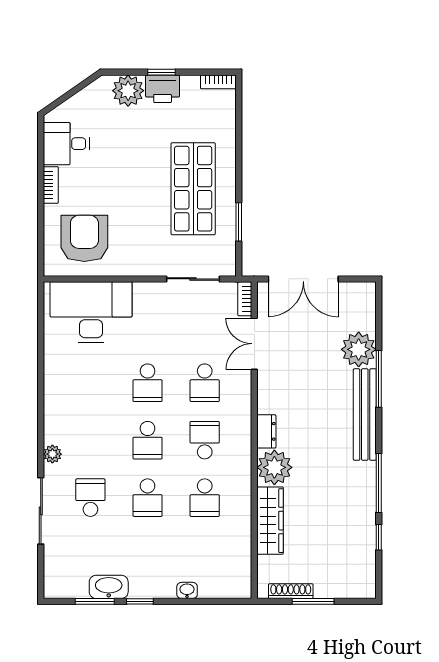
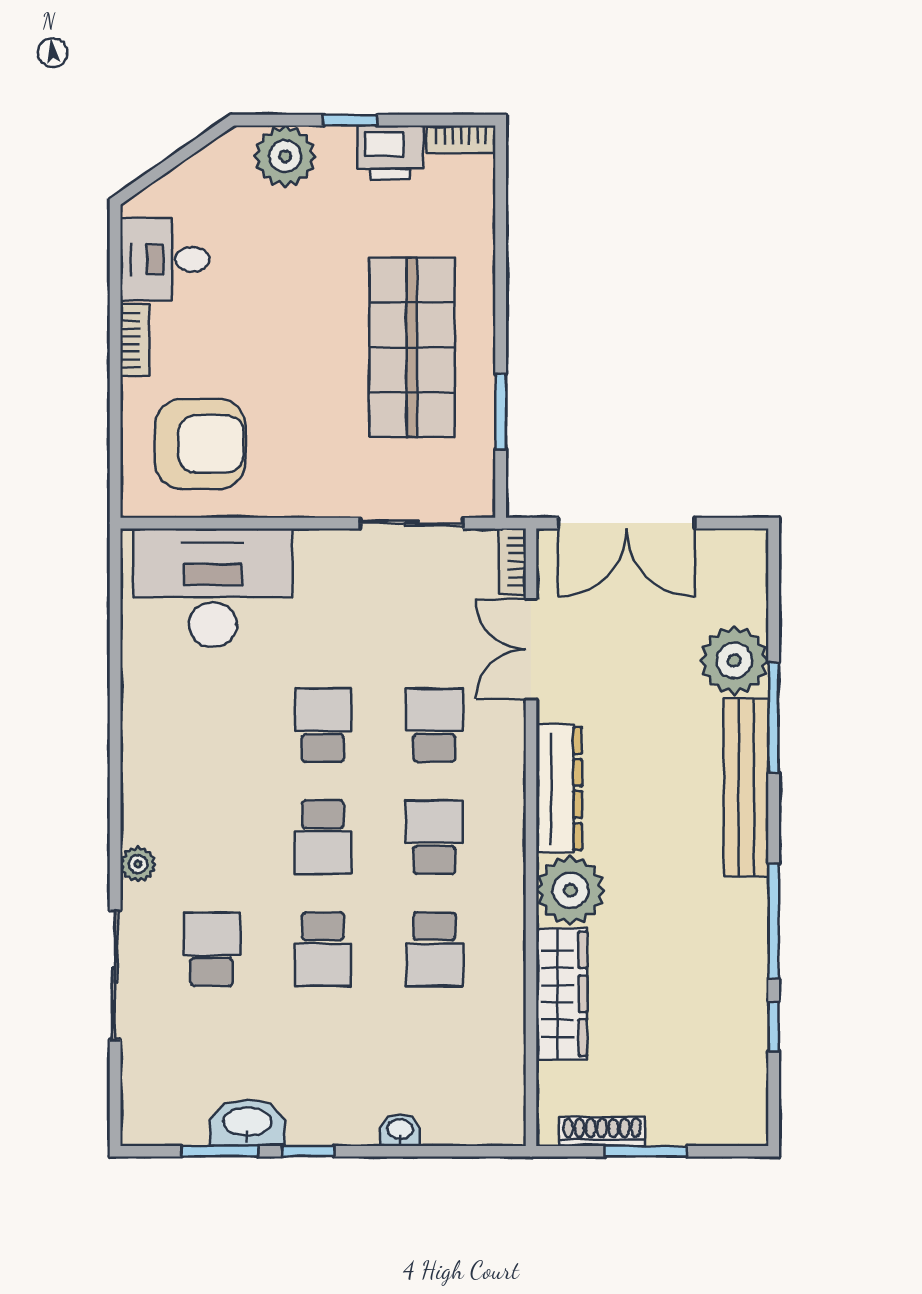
printer: (163, 89) -> (390, 152), moved
armchair: (84, 238) -> (200, 444), turned 90
school desk: (148, 383) -> (323, 725), turned 180
school desk: (205, 383) -> (434, 725), turned 180
dresser: (266, 431) -> (559, 789), width x1.96, depth x1.24

